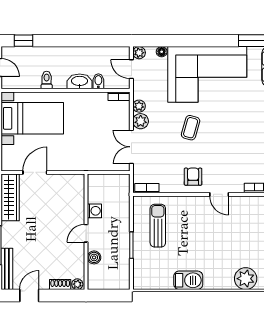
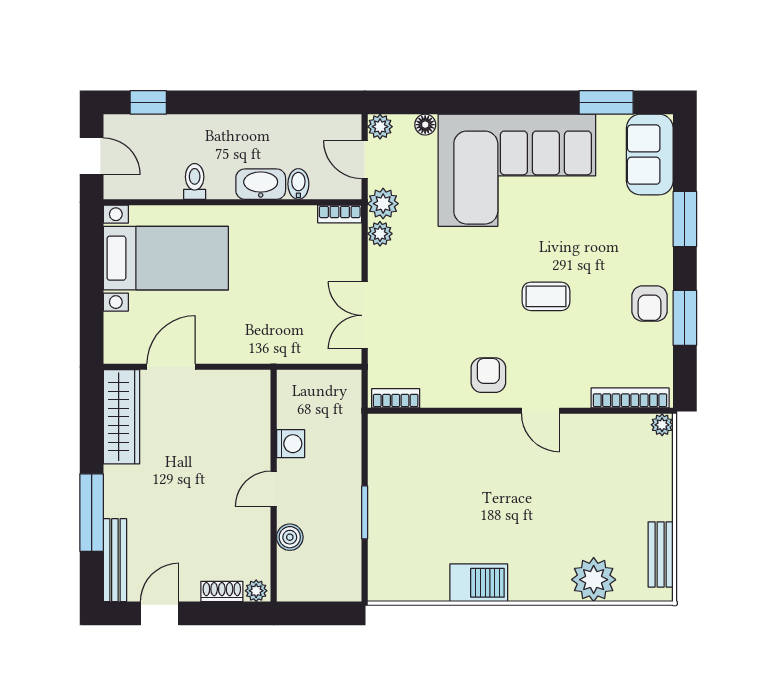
plant: (141, 121) -> (383, 204), moved
coffee table: (191, 128) -> (546, 296), moved, turned 74
sun lounger: (158, 226) -> (418, 473), removed

